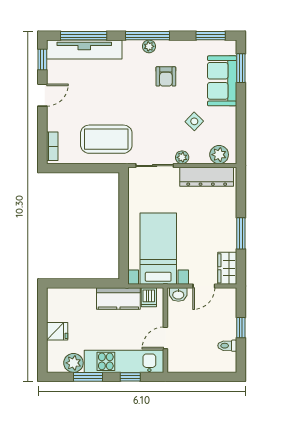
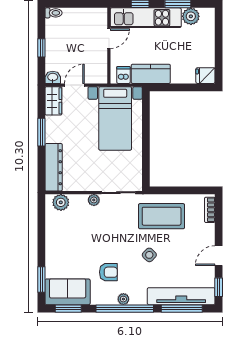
window: (148, 36) -> (125, 309), width x1.46
armchair: (166, 76) -> (108, 272), turned 90
sofa: (222, 81) -> (68, 292), moved, turned -90
side table: (194, 121) -> (149, 255), moved
dresser: (207, 177) -> (54, 167), moved, turned 90
washbasin: (178, 295) -> (53, 77), moved
fridge: (57, 331) -> (205, 76), moved
toilet: (227, 346) -> (53, 13), moved

